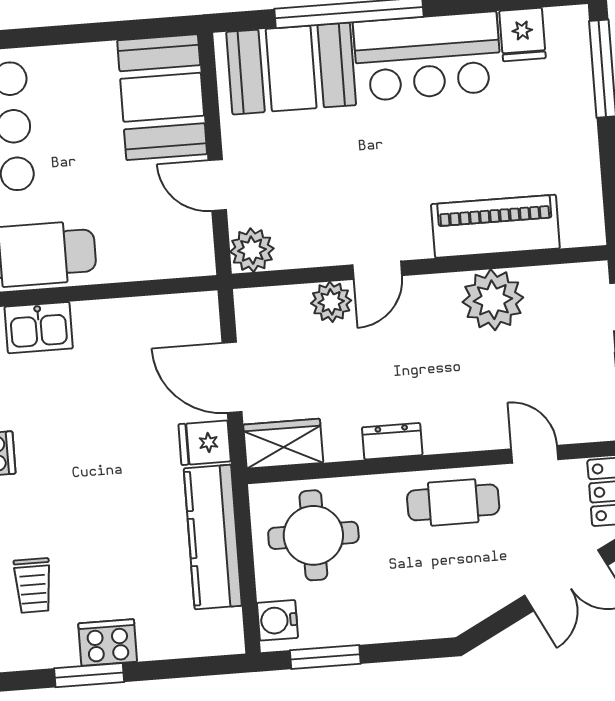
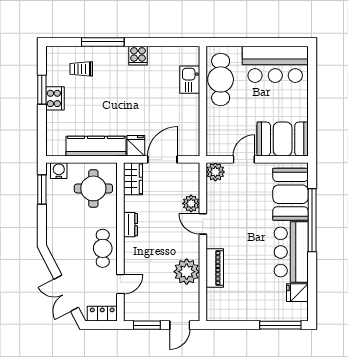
piano: (495, 226) -> (215, 268), width x0.73, depth x0.75

